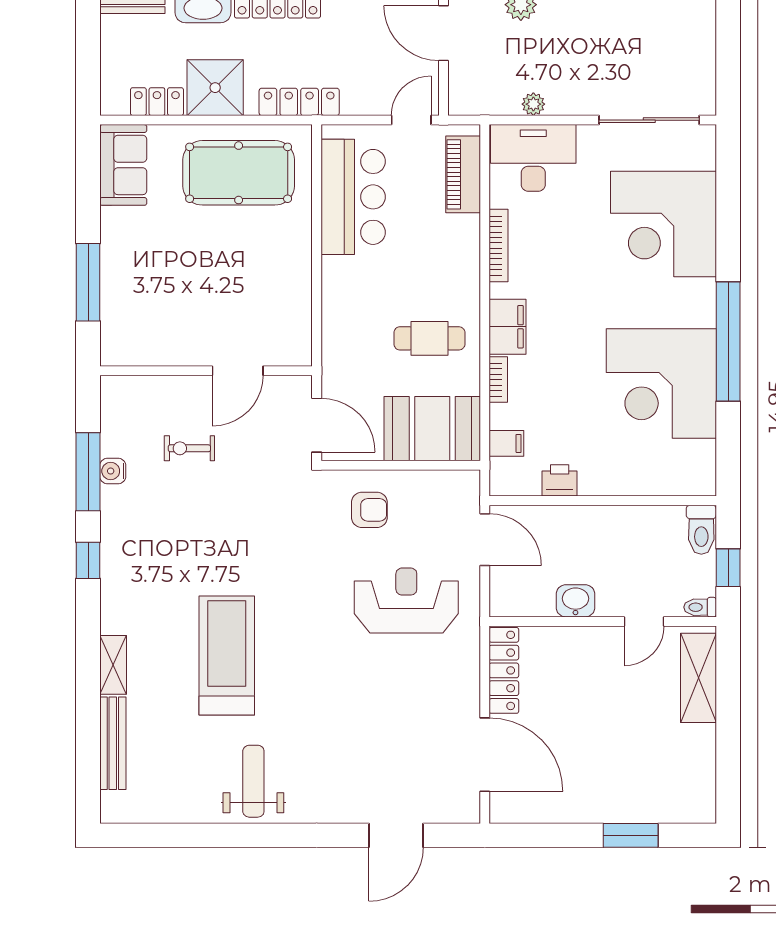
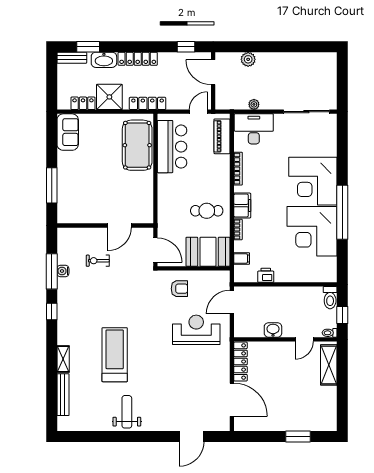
pool table: (239, 173) -> (137, 145), moved, turned 90
corner desk: (663, 224) -> (313, 181), moved
door: (485, 540) -> (232, 302), swing flipped

